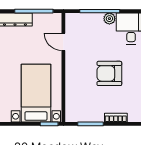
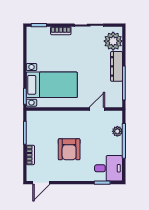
plant: (109, 19) -> (117, 131), moved
armchair: (109, 73) -> (69, 149), turned 180

